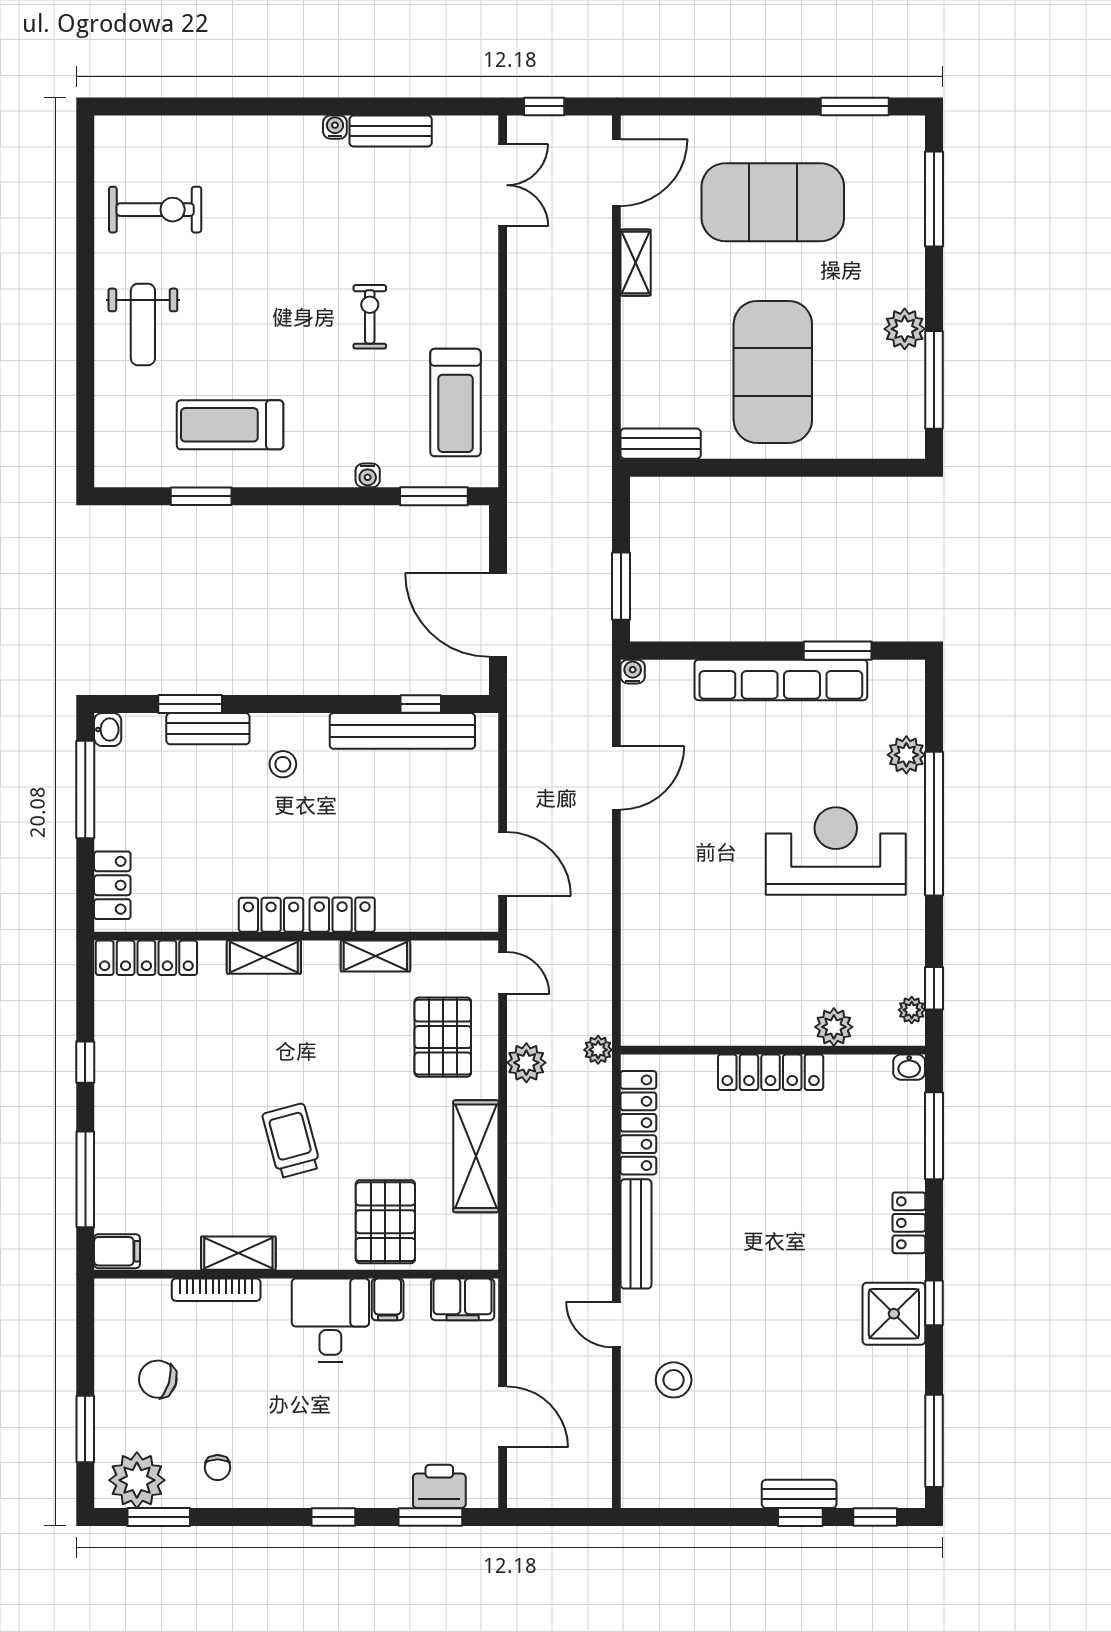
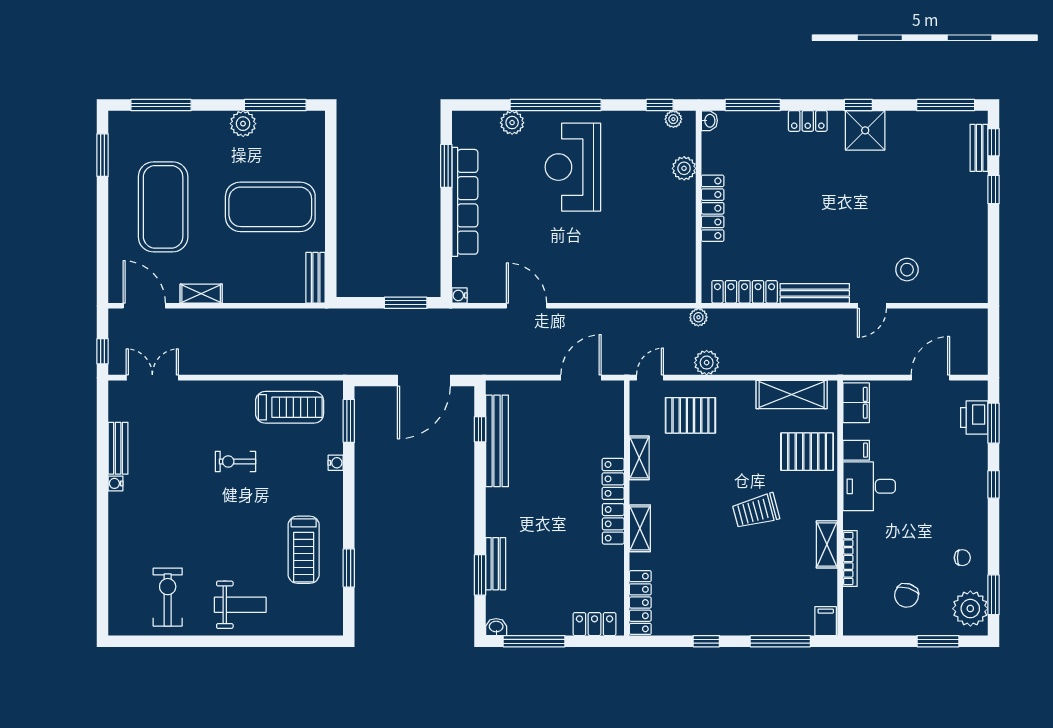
stool: (283, 764) -> (518, 516), removed
shelving: (476, 1156) -> (792, 394), moved
bench: (799, 1494) -> (979, 148), moved

